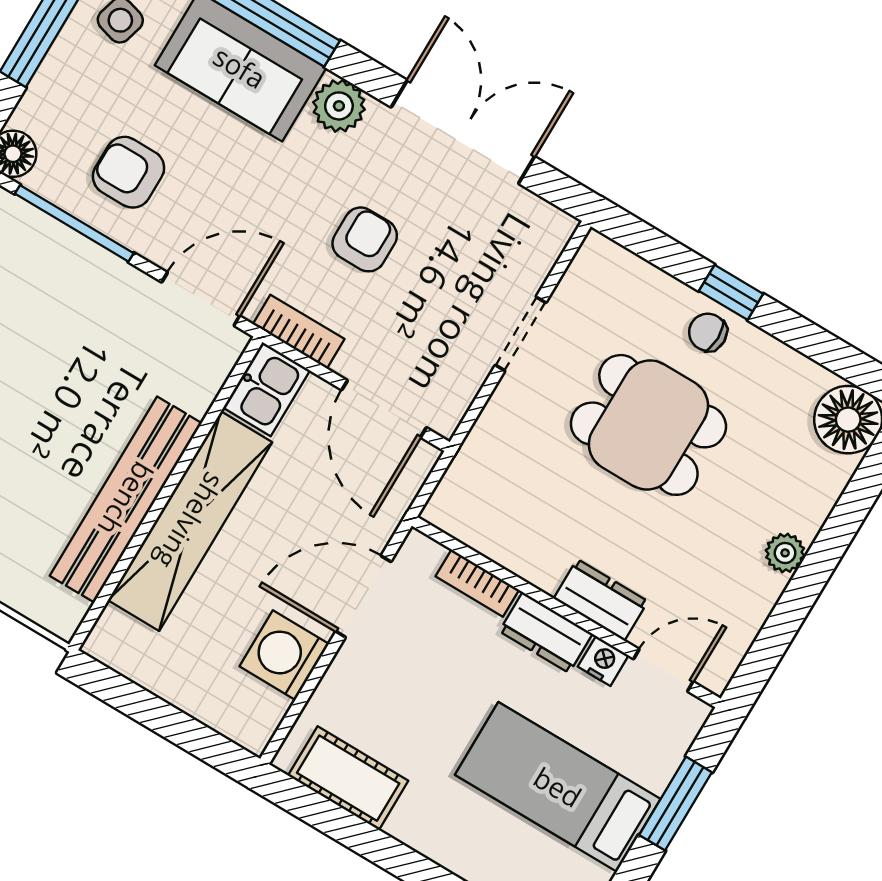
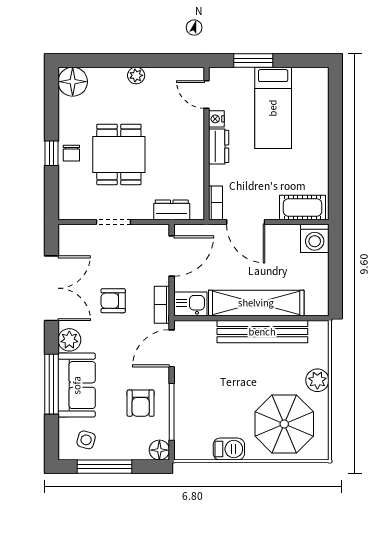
double door: (463, 132) -> (51, 288), swing flipped
door: (201, 299) -> (172, 348), hinge flipped
bookcase: (477, 583) -> (216, 203), moved
dresser: (601, 600) -> (172, 210), moved, turned 90
washing machine: (284, 655) -> (315, 238), moved
cot: (348, 778) -> (303, 207), moved, turned 90

